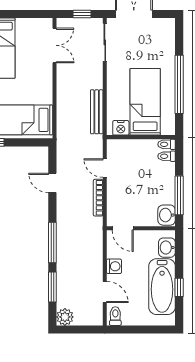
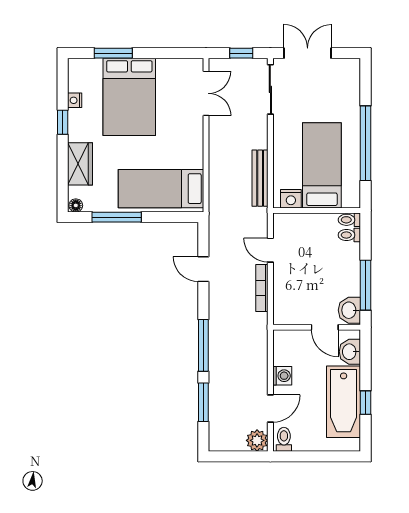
door: (123, 228) -> (325, 327), moved
door: (105, 292) -> (270, 409), hinge flipped
plant: (65, 317) -> (257, 440), moved

